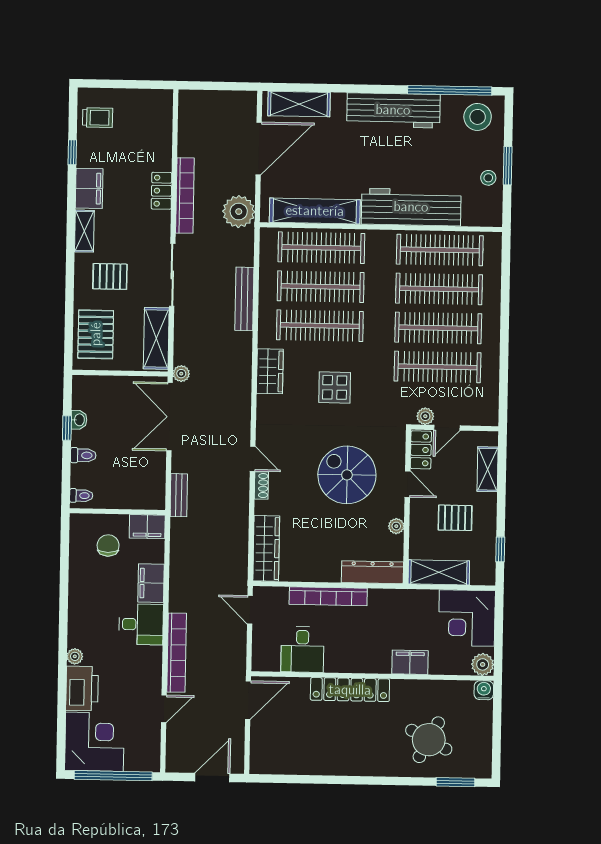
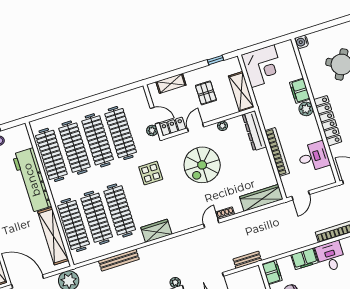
display table: (335, 387) -> (151, 173), moved
plant: (483, 664) -> (306, 109), moved

